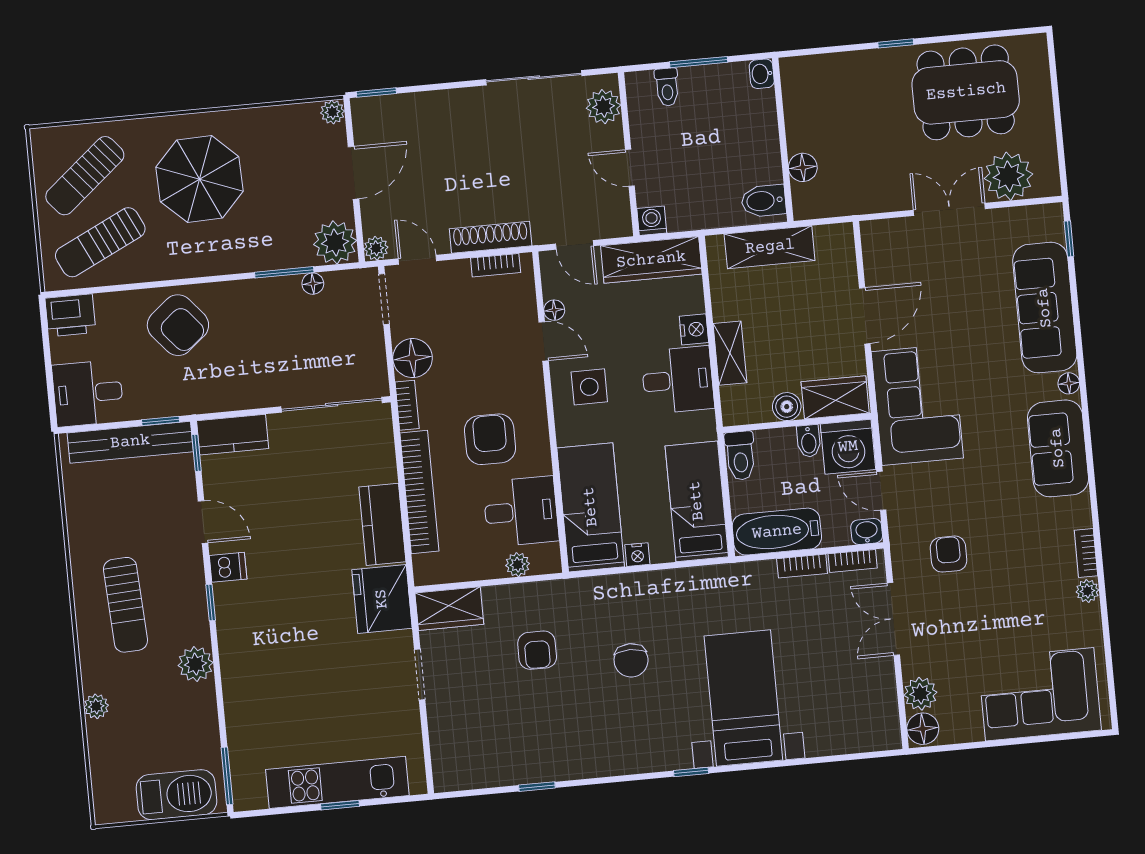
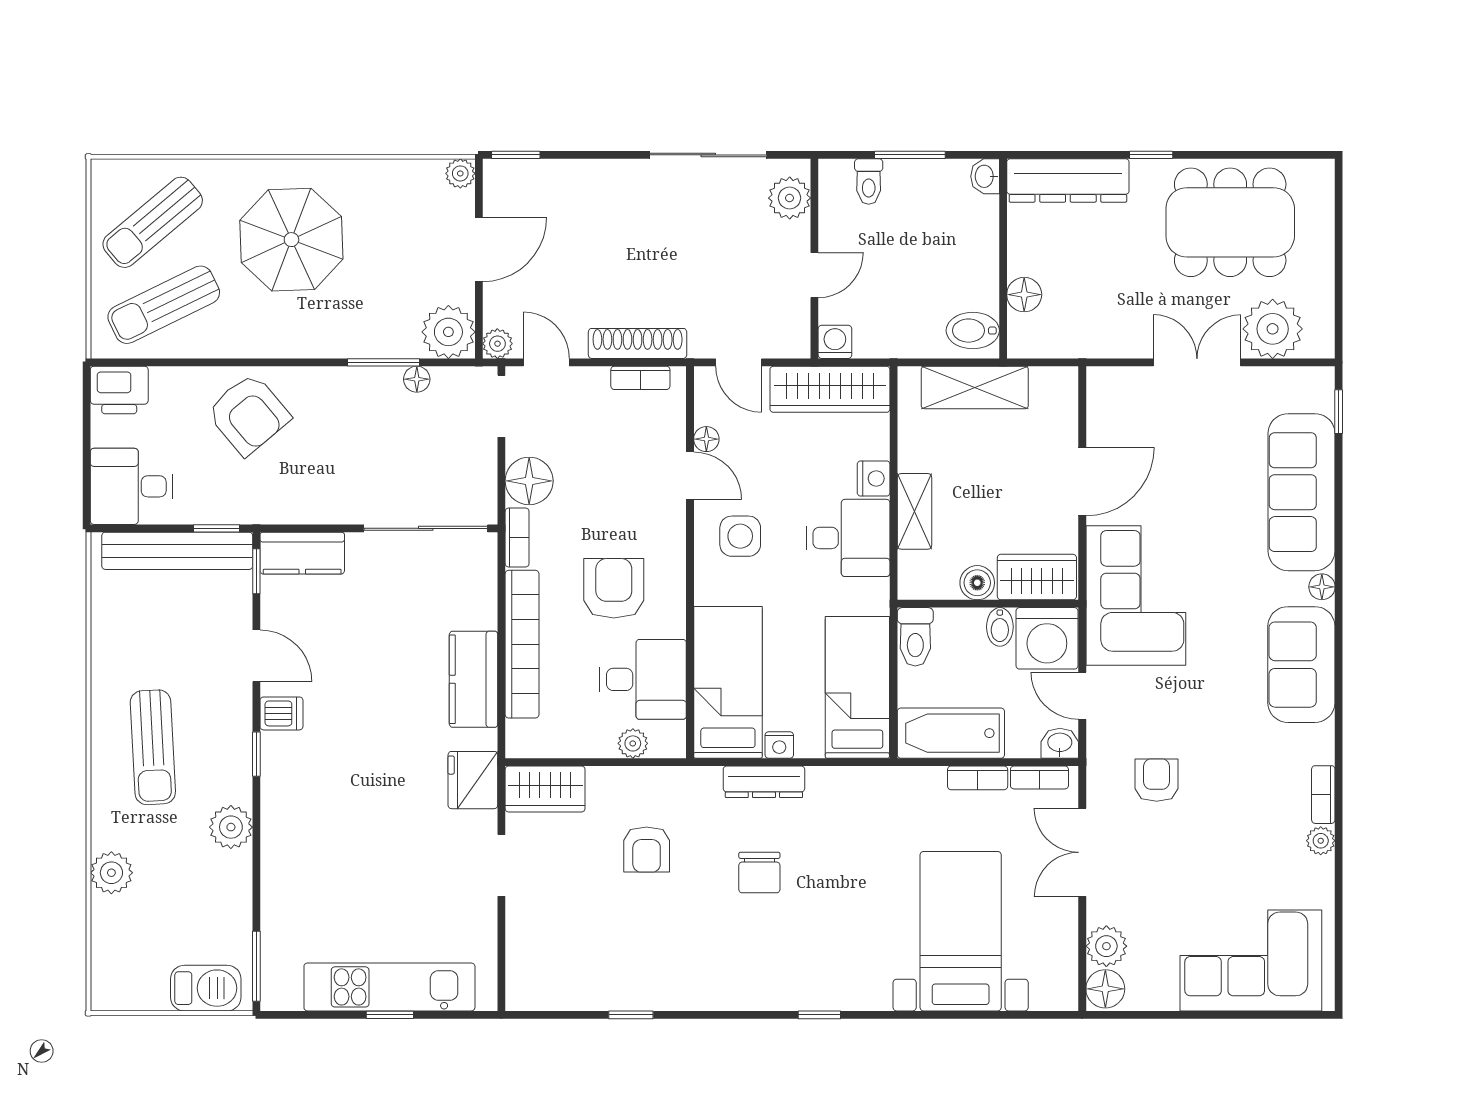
dresser: (830, 71) -> (1068, 180), added
door: (630, 168) -> (814, 275), swing flipped
dresser: (628, 586) -> (764, 782), added
fridge: (382, 599) -> (473, 780), width x0.73, depth x0.75
bed with nightstands: (743, 698) -> (961, 931), moved
plant: (96, 706) -> (111, 873), width x1.38, depth x1.38
barbecue: (176, 795) -> (206, 988), width x0.73, depth x0.83

